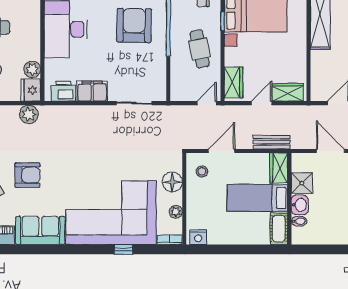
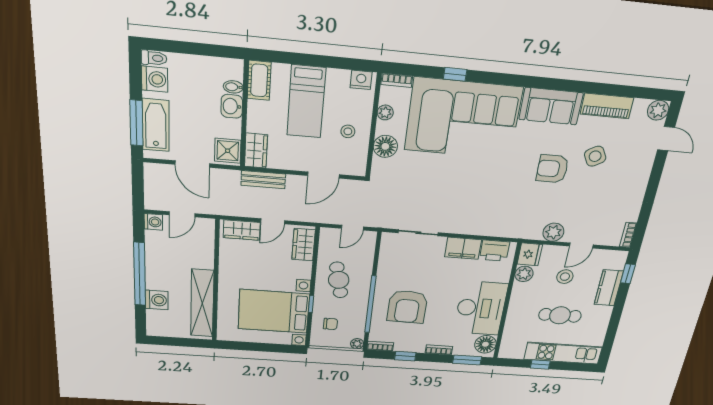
door: (207, 103) -> (353, 228), moved
plant: (29, 114) -> (553, 232), moved
stool: (202, 171) -> (348, 131), moved
shower: (302, 183) -> (228, 151), moved
bed: (257, 198) -> (306, 102), moved, turned 90

